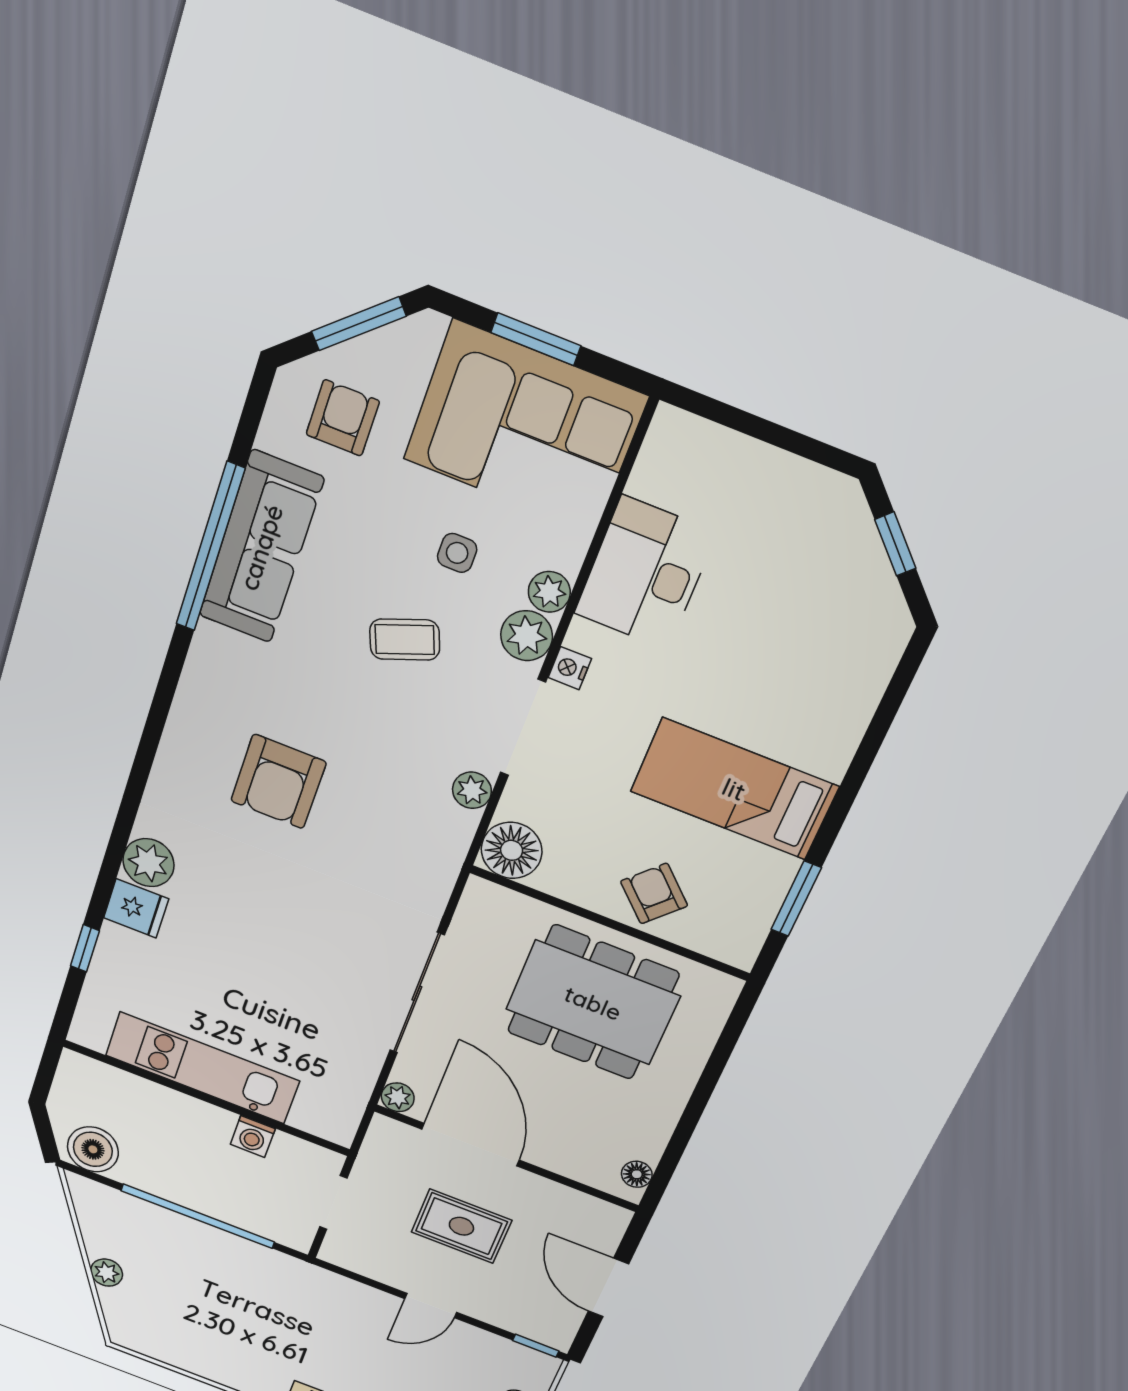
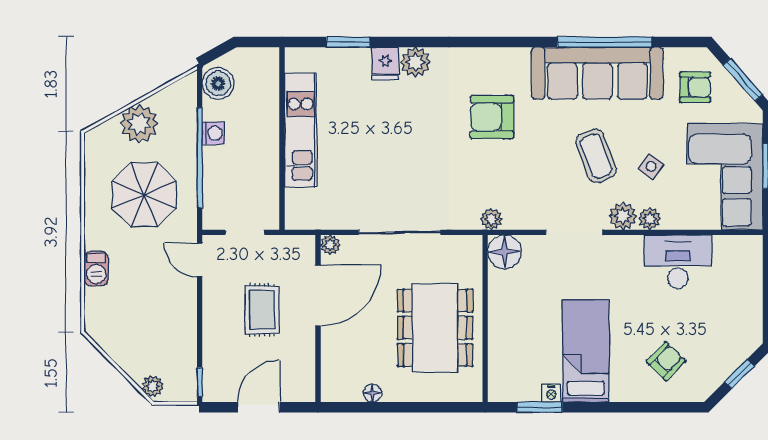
sofa: (261, 547) -> (597, 73), width x1.36, depth x1.27
side table: (457, 553) -> (651, 166), turned 36
coffee table: (405, 640) -> (596, 156), width x1.36, depth x1.30
nightstand: (570, 668) -> (551, 393), moved, turned 180
plant: (472, 790) -> (491, 219), moved
armchair: (654, 894) -> (666, 361), moved
window: (85, 948) -> (348, 42), width x1.50
washing machine: (253, 1137) -> (213, 133), moved, turned 180
floor lamp: (637, 1174) -> (372, 393), moved
plant: (107, 1273) -> (139, 124), width x1.87, depth x1.87
door: (431, 1305) -> (200, 260), moved
parasol: (228, 1306) -> (144, 195), added

